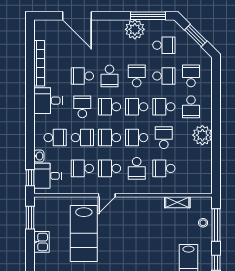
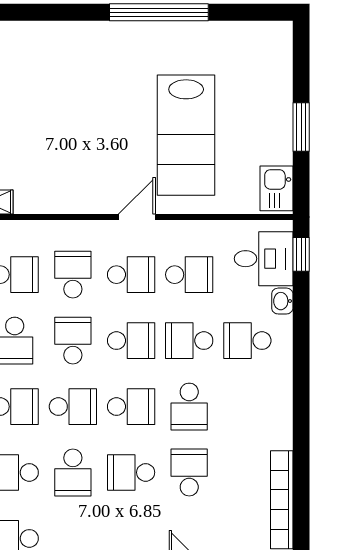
school desk: (82, 76) -> (189, 472), turned -90
school desk: (109, 76) -> (131, 472), turned -90
desk: (48, 101) -> (263, 420), removed
school desk: (137, 138) -> (73, 341), turned -90
window: (30, 218) -> (301, 127), moved
lab bench: (84, 234) -> (186, 135), turned 180
kitchen sink: (42, 242) -> (277, 188), moved

